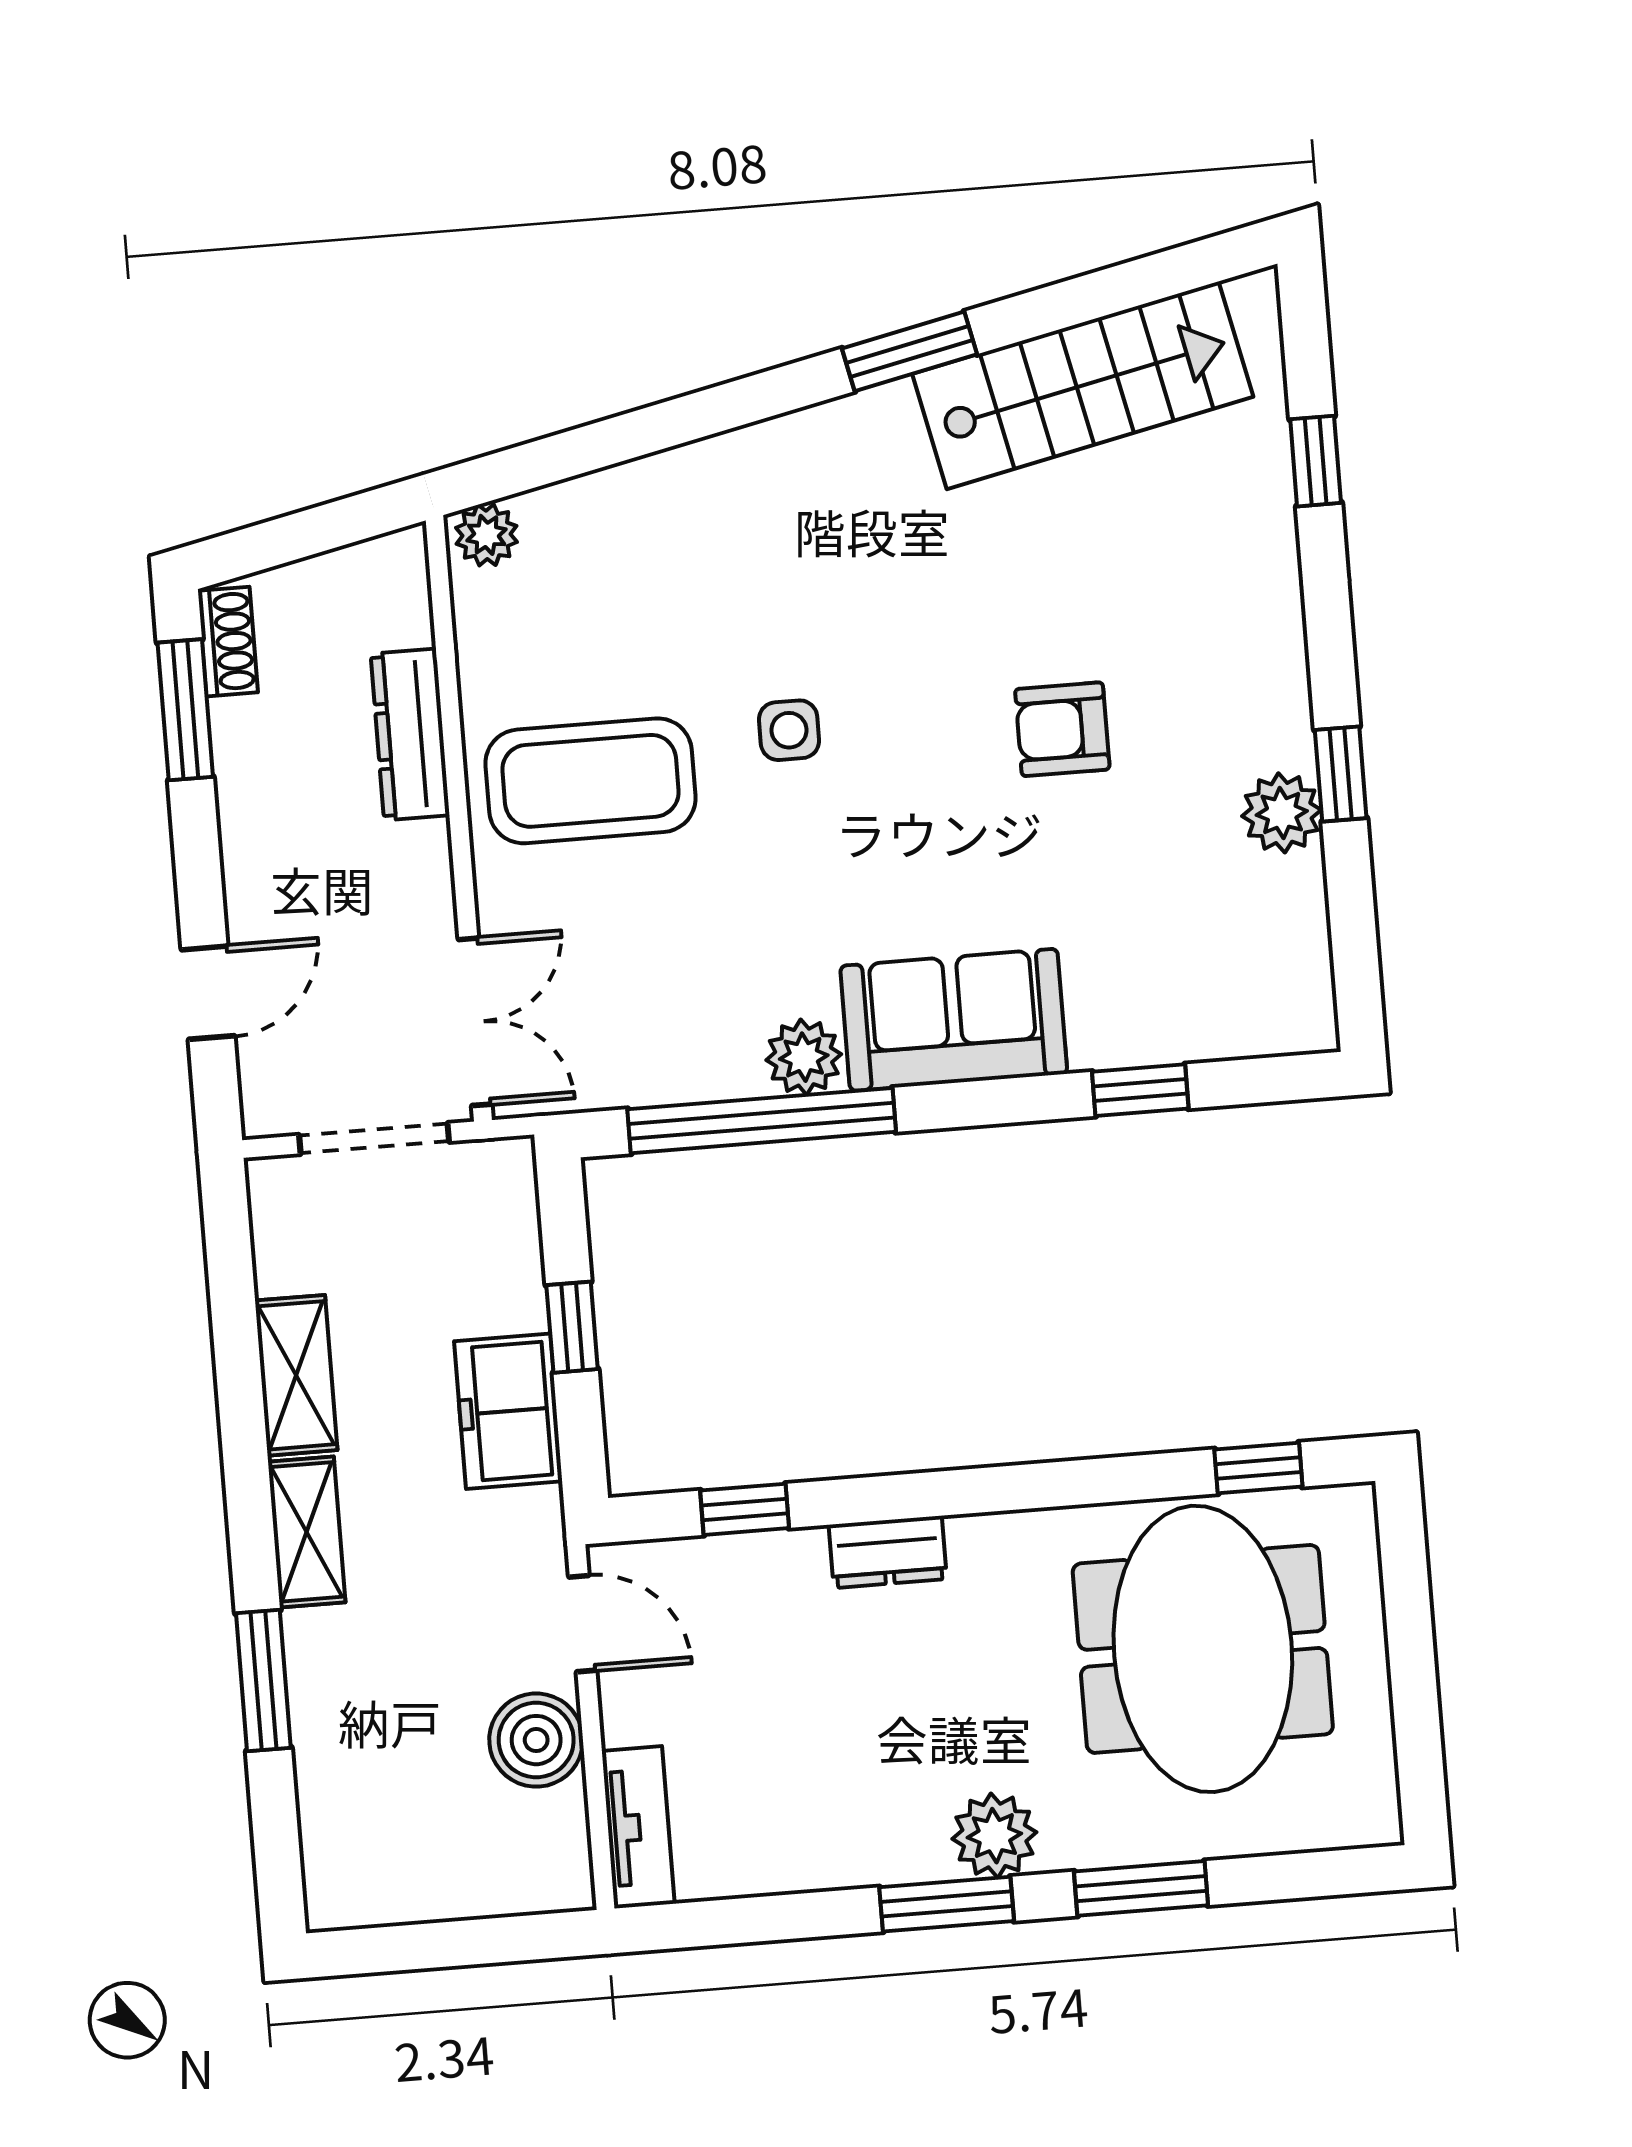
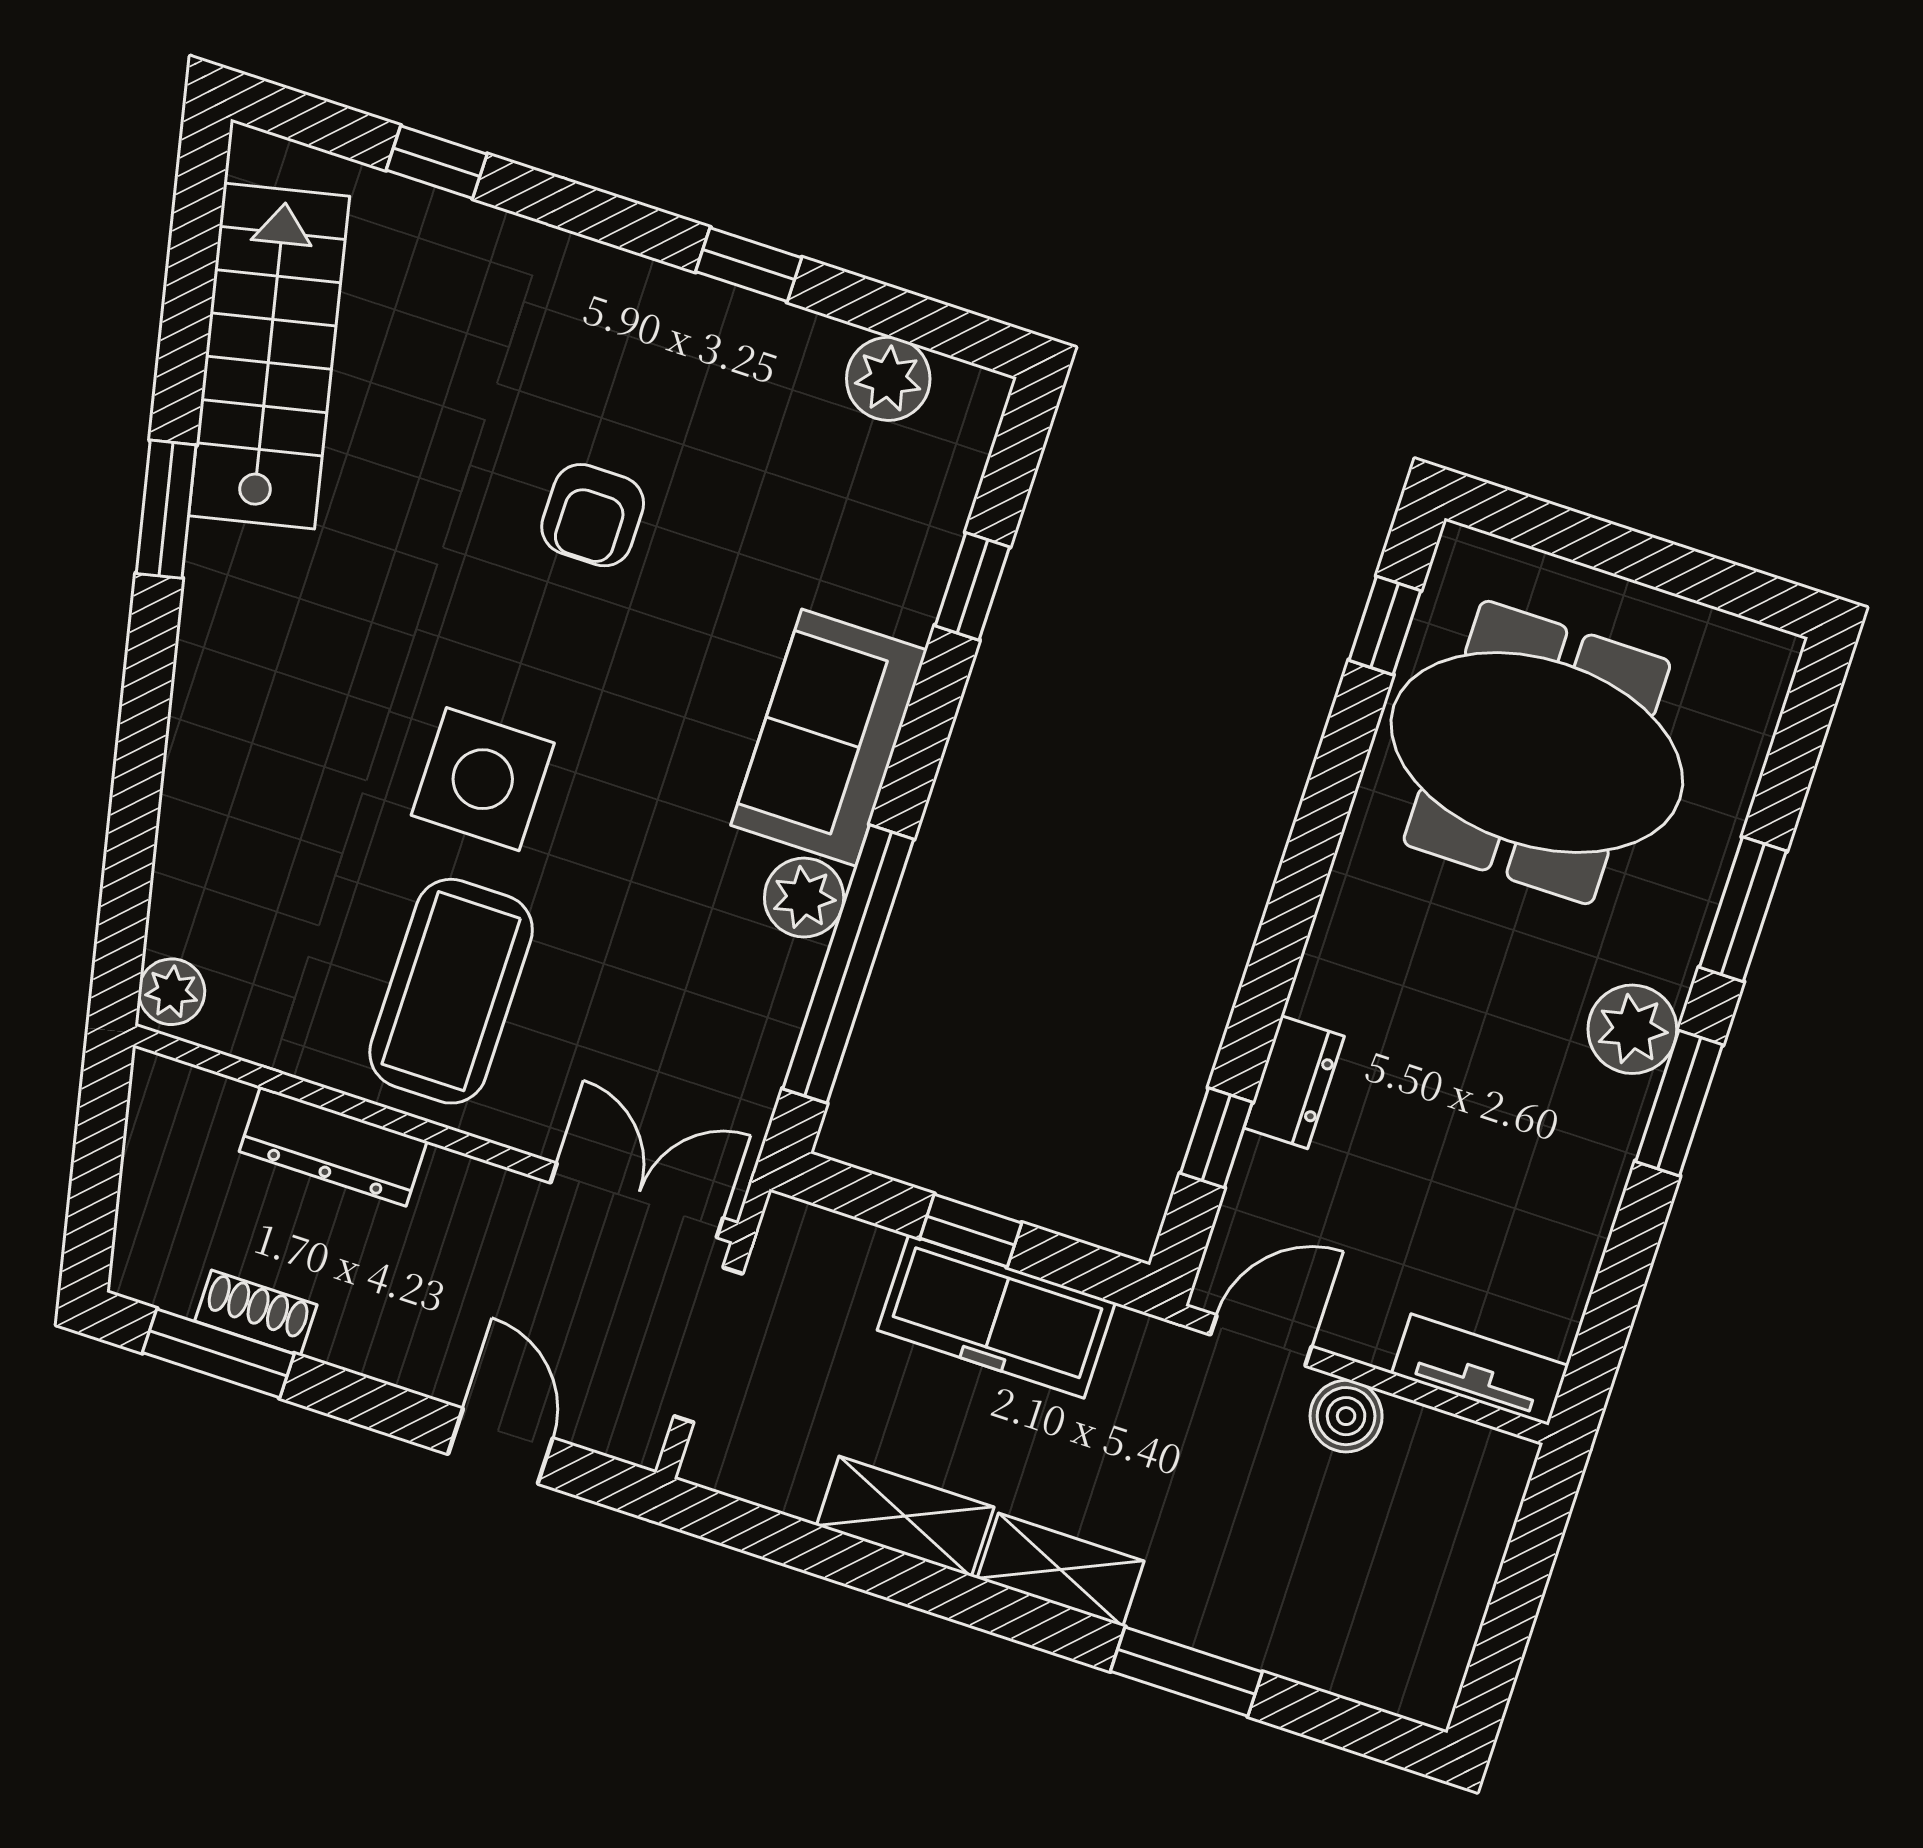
shoe rack: (228, 642) -> (256, 1313), moved
side table: (789, 730) -> (483, 779), width x1.87, depth x1.87
plant: (1282, 813) -> (888, 379), moved
freezer: (508, 1411) -> (996, 1316), width x1.40
dresser: (888, 1552) -> (1294, 1082), moved
boiler: (536, 1740) -> (1346, 1416), width x0.73, depth x0.73

